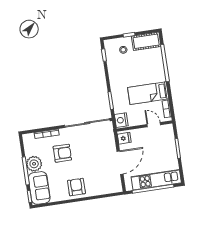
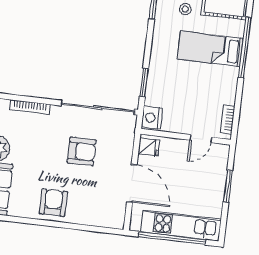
bed: (148, 93) -> (210, 49), moved
door: (154, 125) -> (201, 139), swing flipped
armchair: (62, 153) -> (82, 151), moved
door: (120, 163) -> (132, 183), hinge flipped

